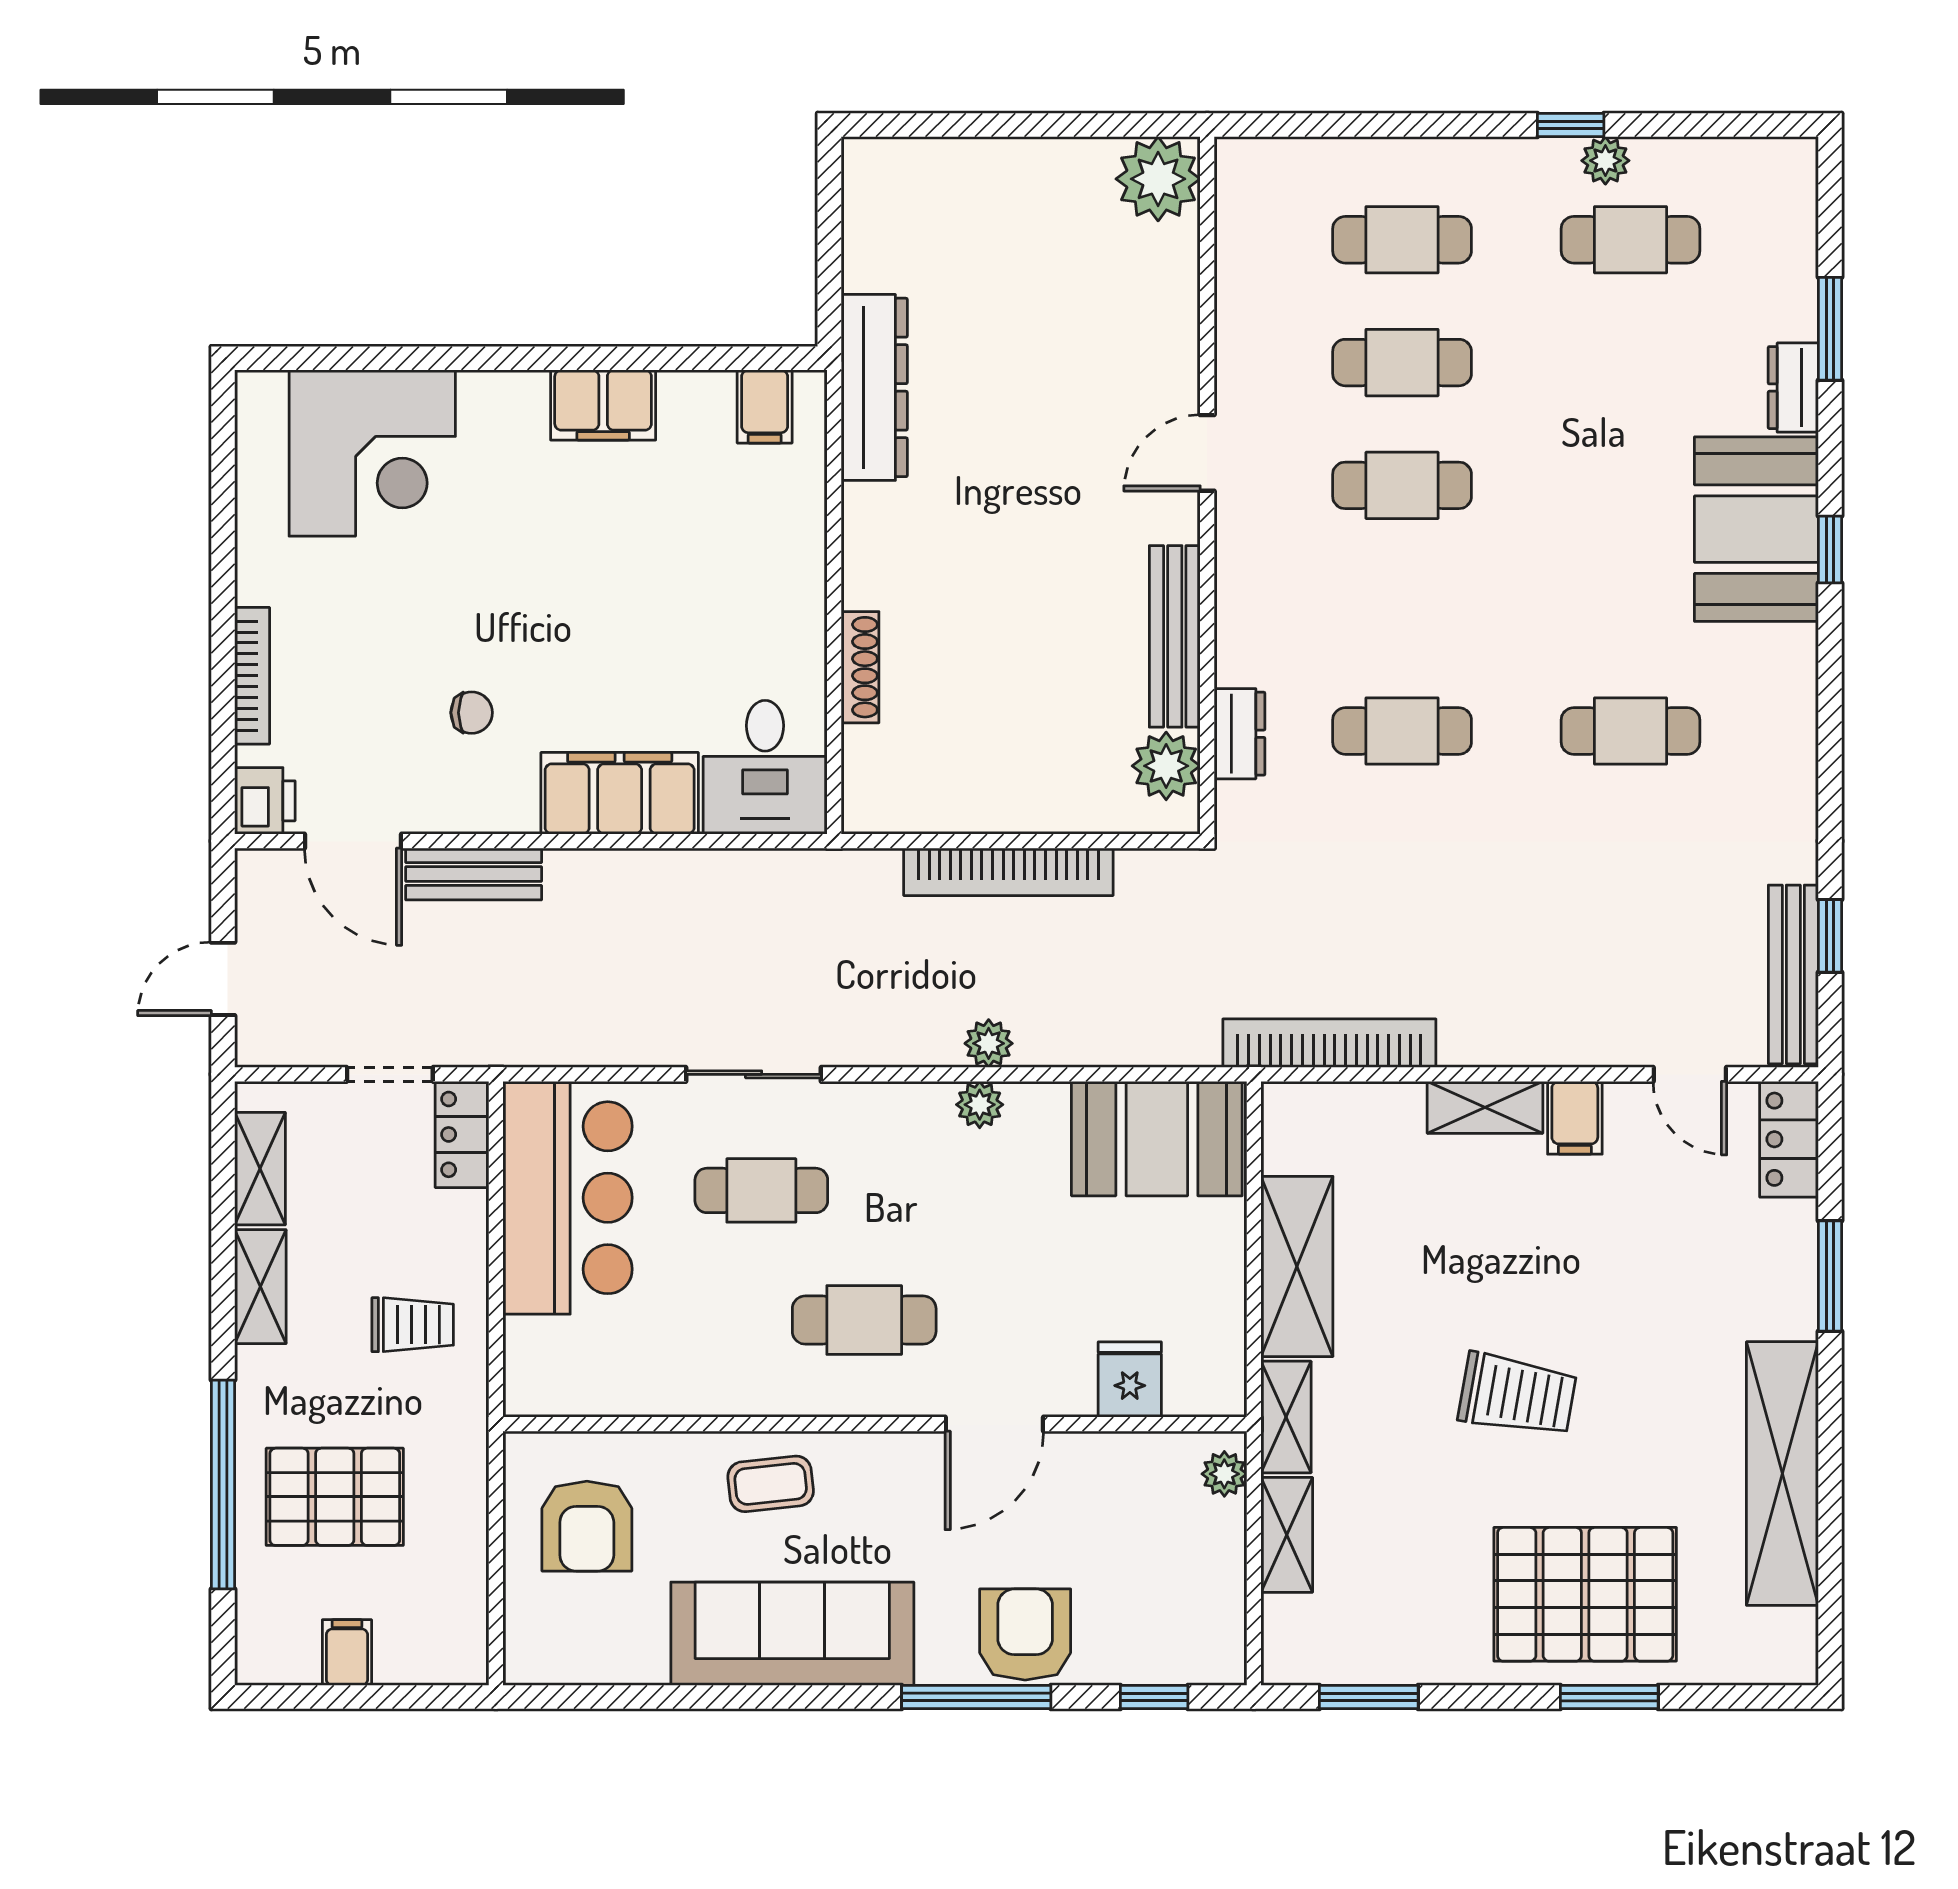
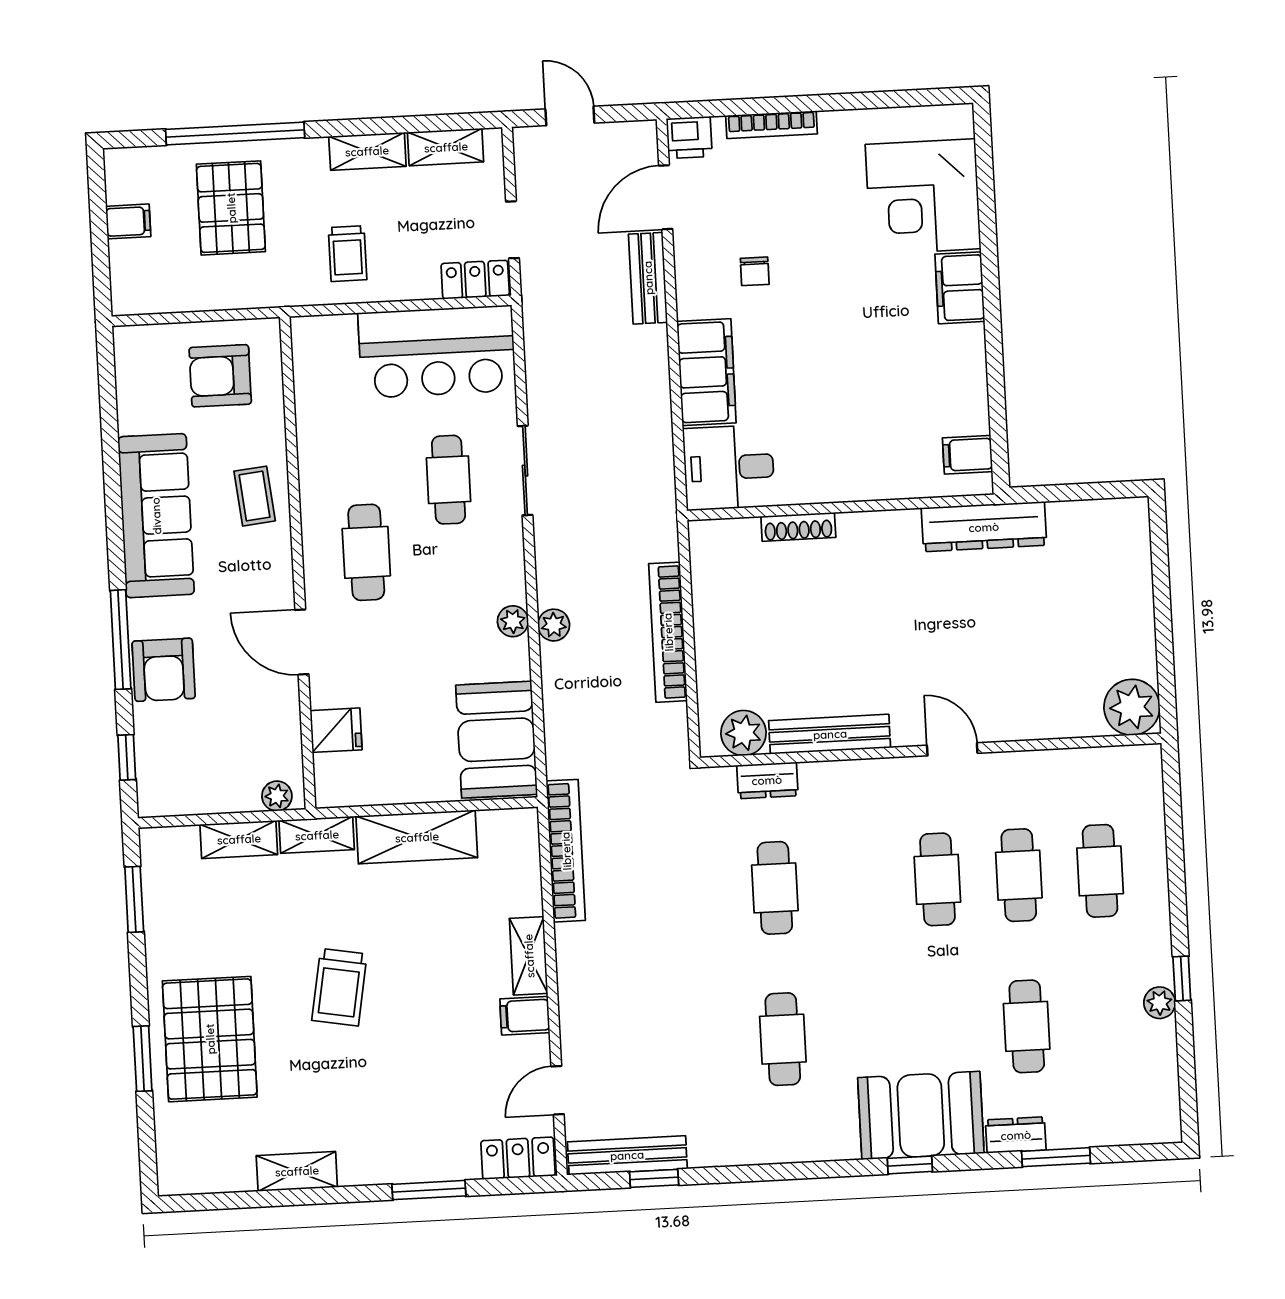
cafe table: (1630, 240) -> (1027, 1026), moved
filing cabinet: (603, 405) -> (960, 288), moved
shelving: (1782, 1474) -> (297, 1171), width x0.45, depth x0.75
armchair: (1025, 1635) -> (164, 670), turned 90

